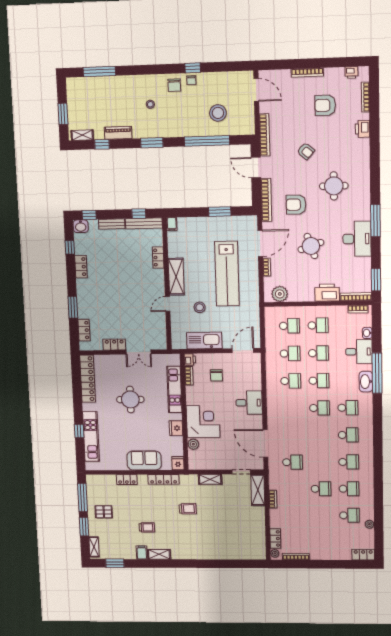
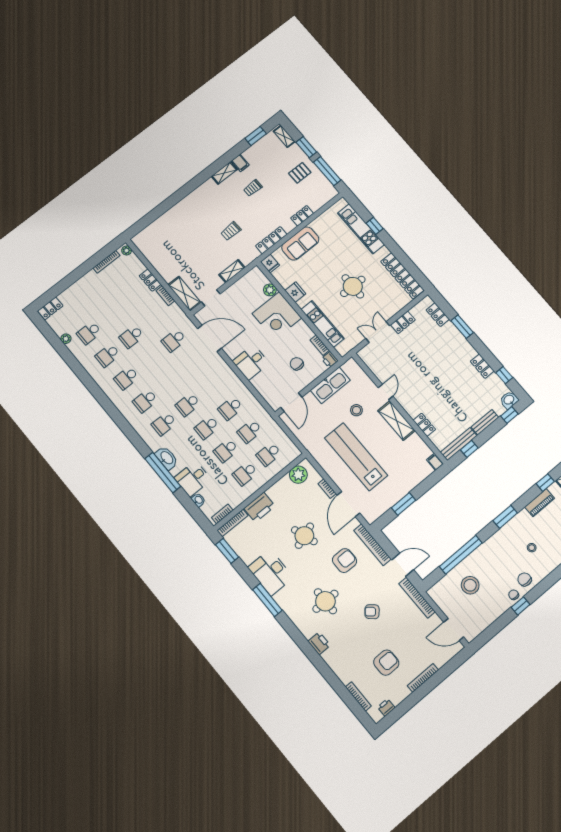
printer: (363, 129) -> (319, 643), moved
locker: (275, 538) -> (150, 280), moved

